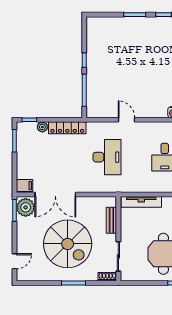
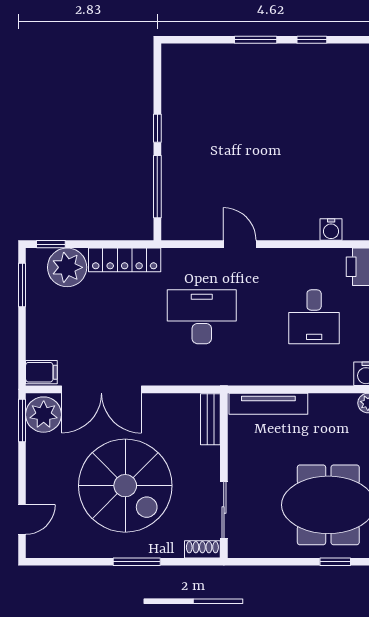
plant: (42, 127) -> (67, 267), width x1.88, depth x1.88
desk: (107, 157) -> (202, 317), turned -90
bench: (111, 220) -> (210, 419), moved

